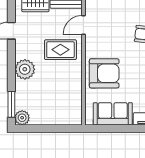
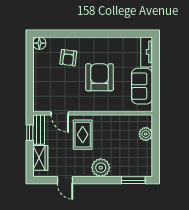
armchair: (104, 73) -> (100, 77), moved
plant: (22, 118) -> (146, 134), moved

